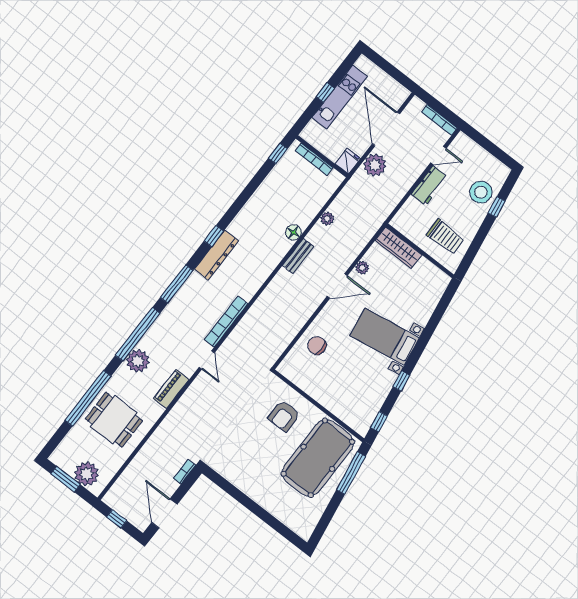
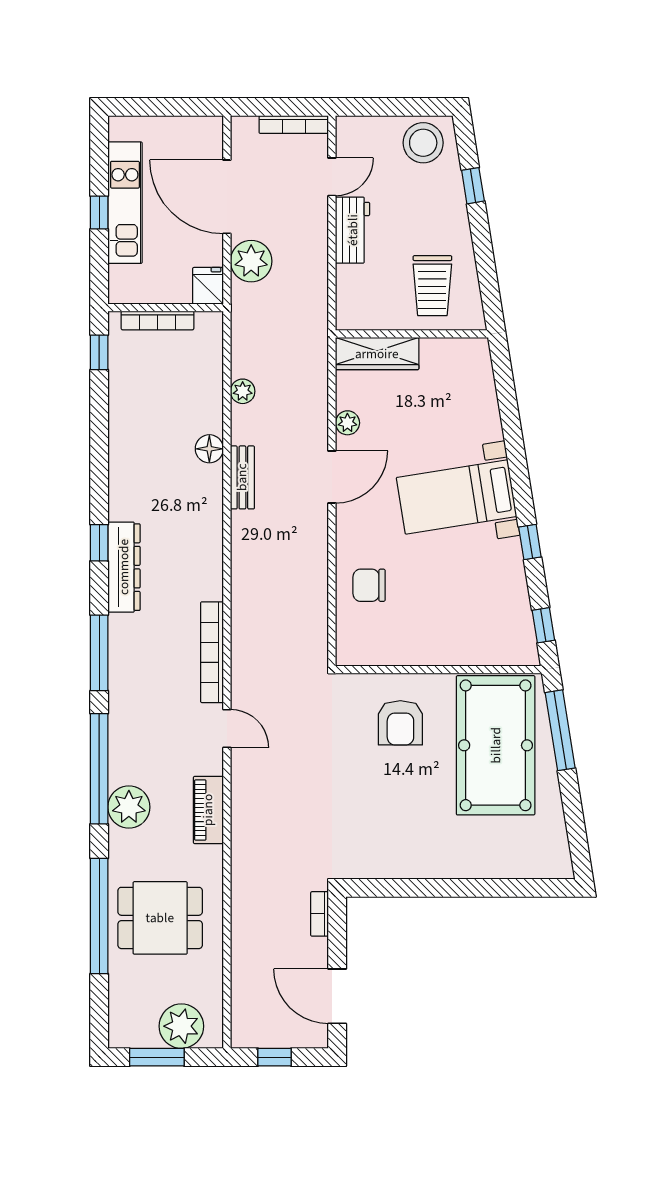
stool: (481, 192) -> (423, 143), moved
trolley: (445, 237) -> (432, 286), turned 90

